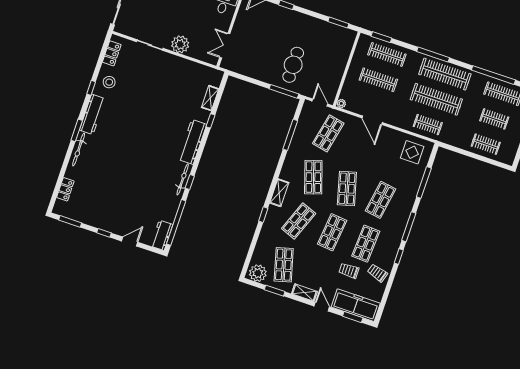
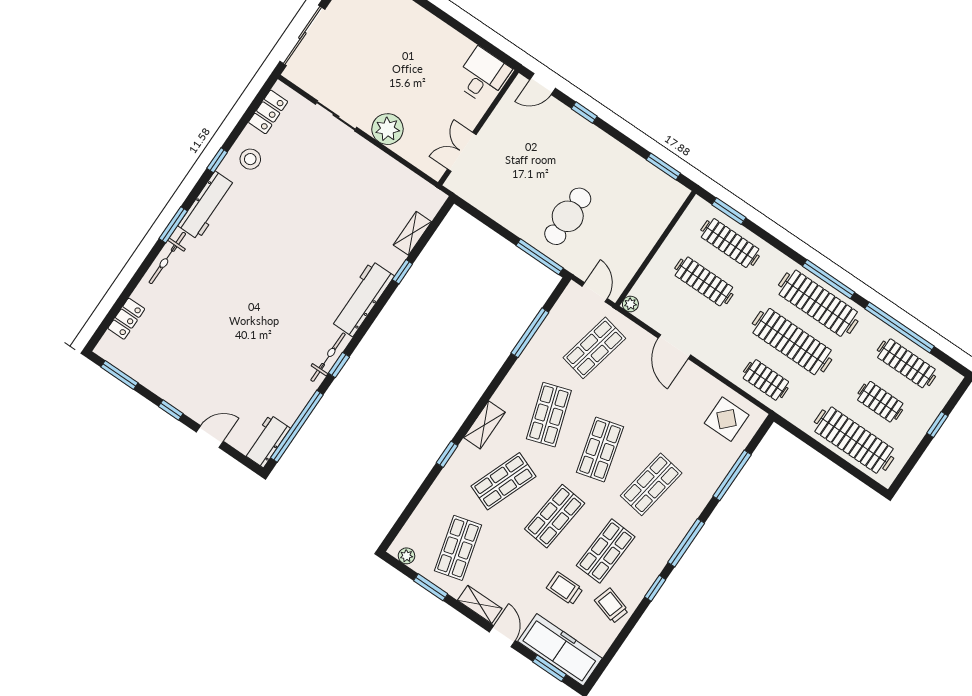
window: (433, 55) -> (829, 279), moved
clothes rail: (486, 144) -> (854, 440), width x1.86, depth x1.31
plant: (258, 273) -> (407, 556), width x0.53, depth x0.53

